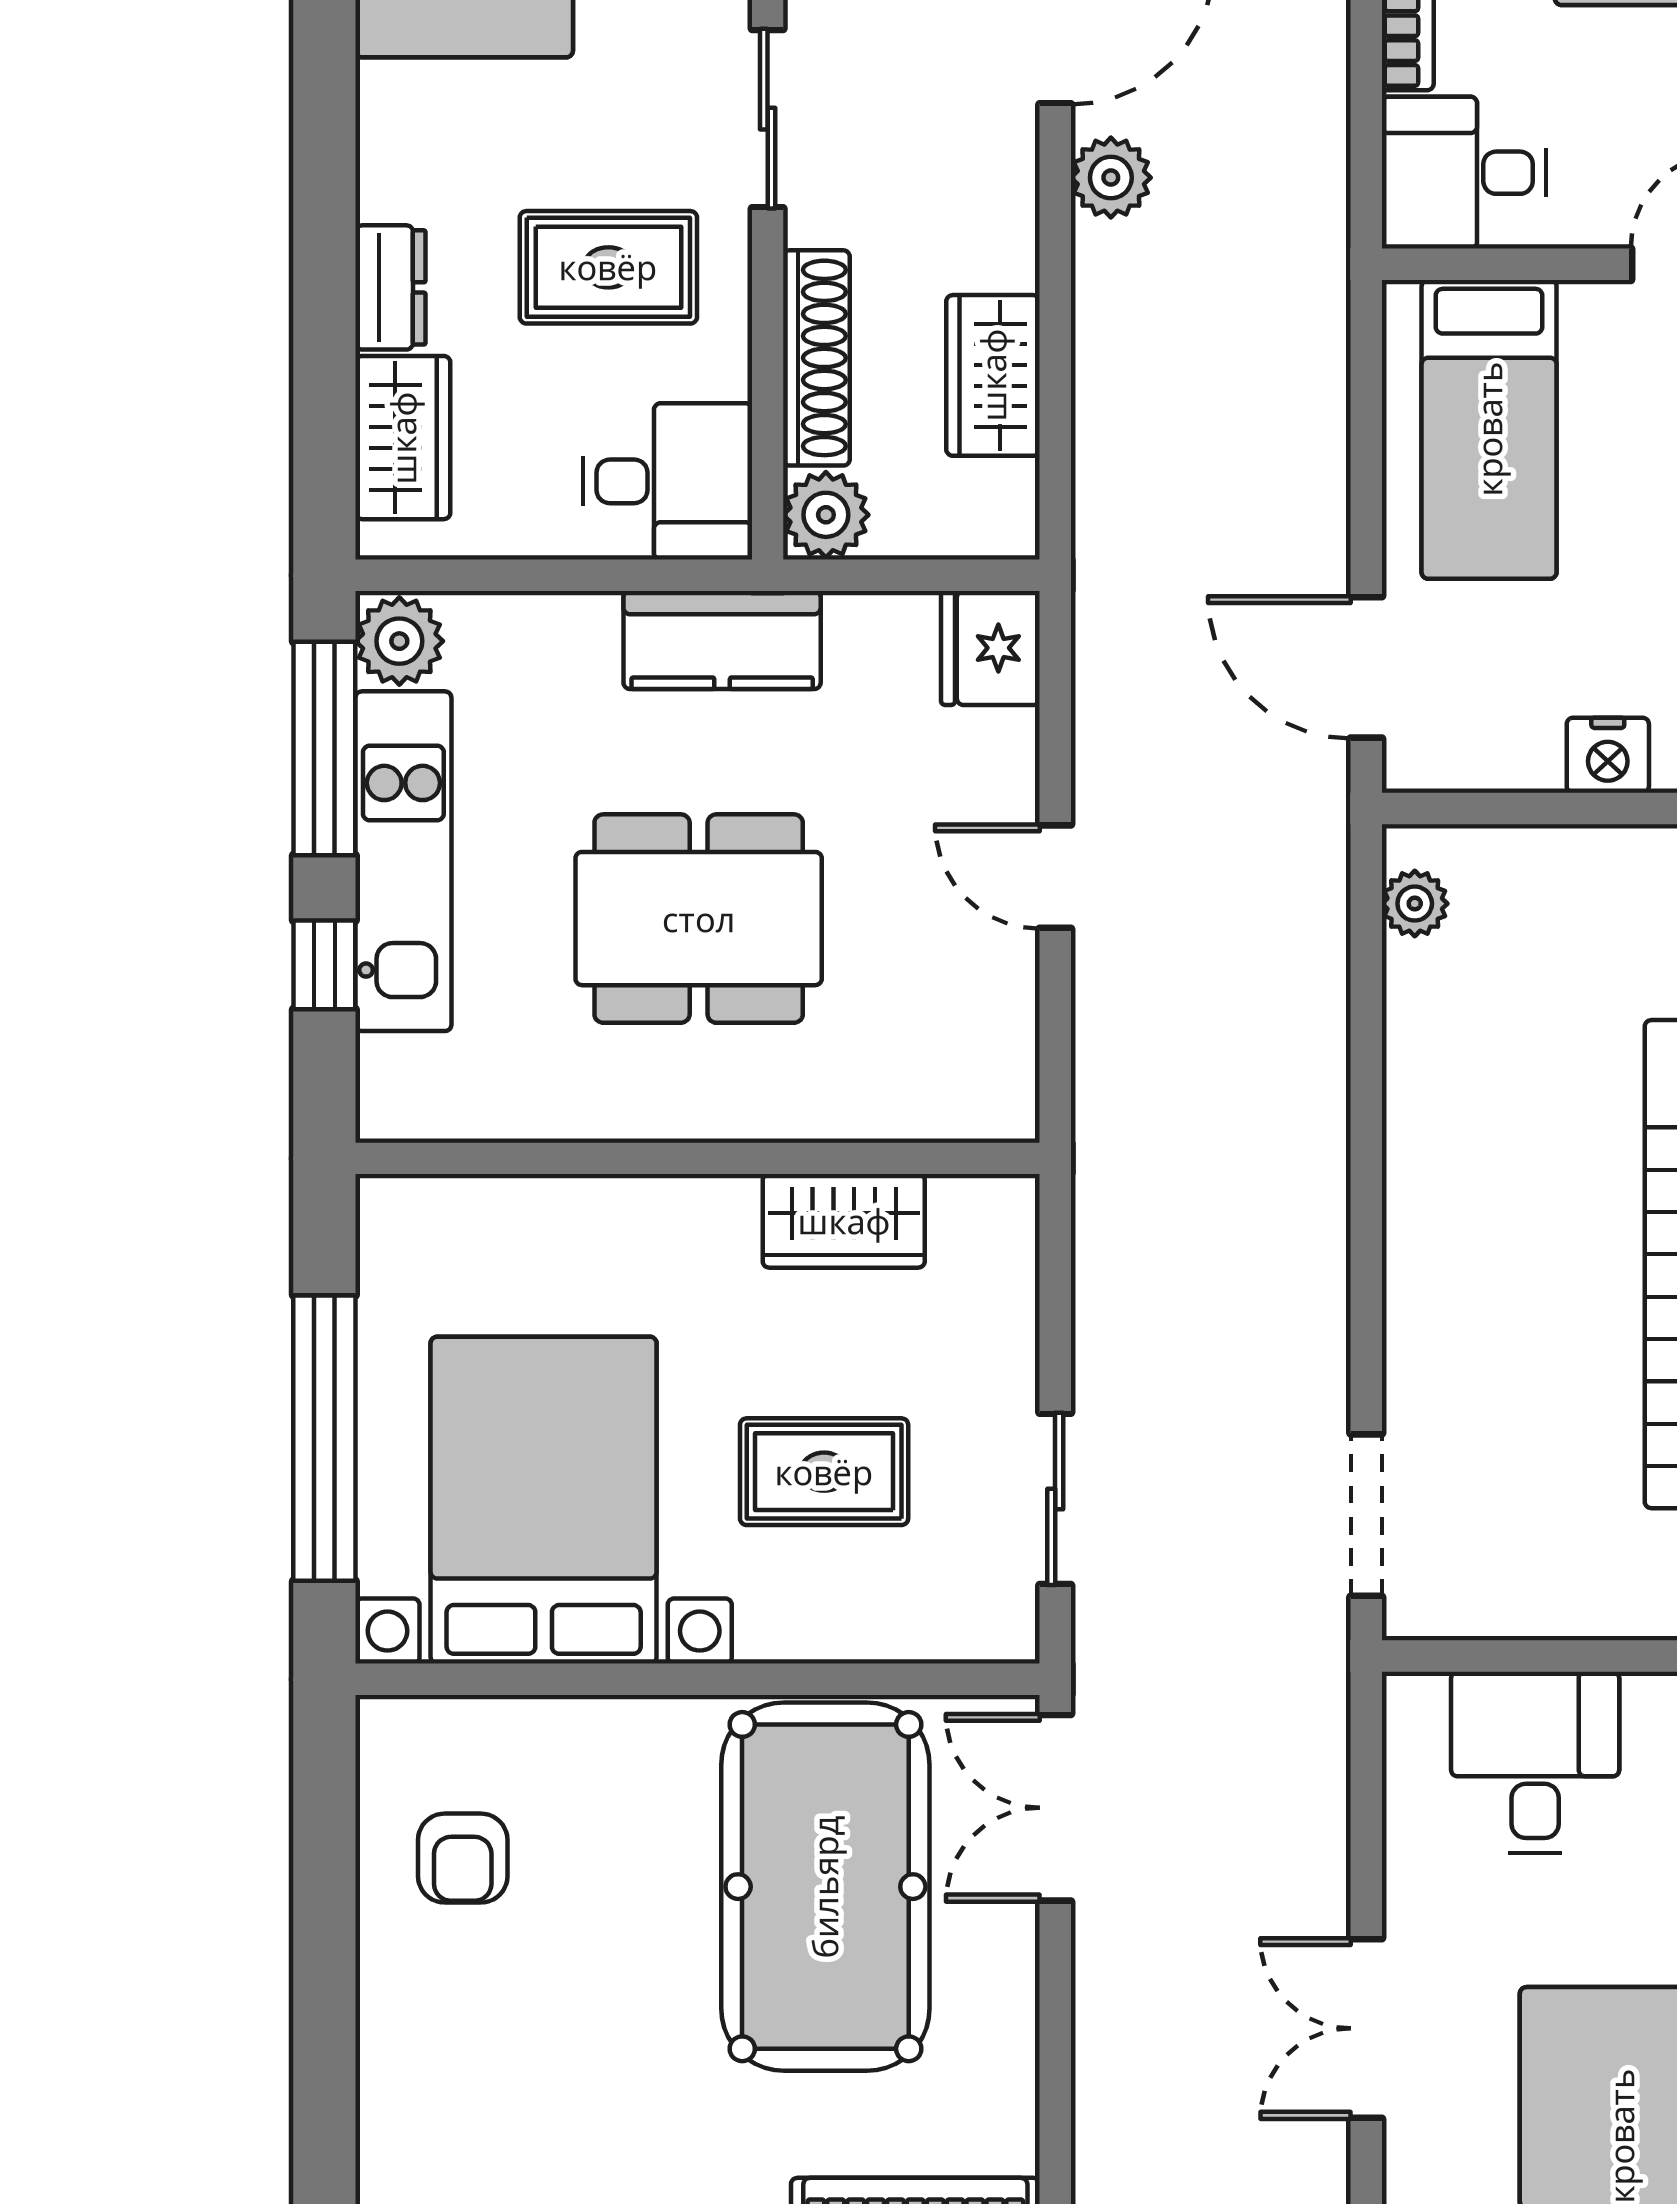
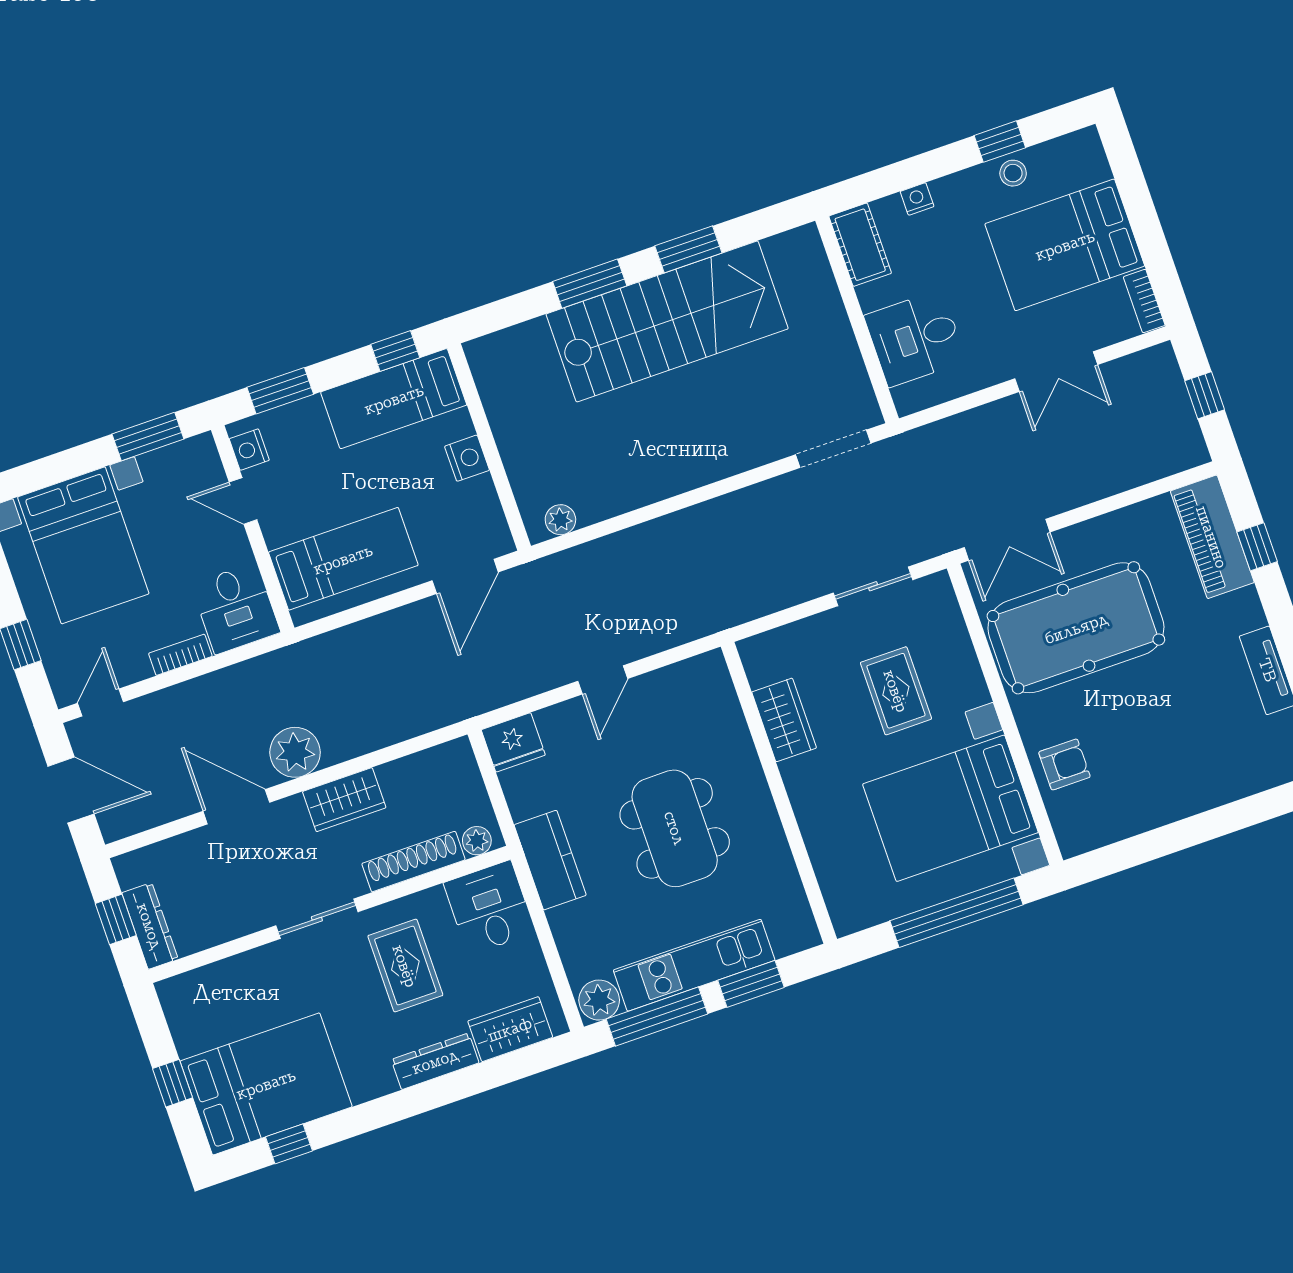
plant: (1111, 178) -> (295, 752), width x1.36, depth x1.36
dresser: (390, 287) -> (435, 1061), width x1.44
wardrobe: (993, 375) -> (344, 800), moved
plant: (826, 515) -> (477, 841), width x0.73, depth x0.73
window: (324, 965) -> (751, 984), width x1.50
armchair: (463, 1858) -> (1064, 764), moved

